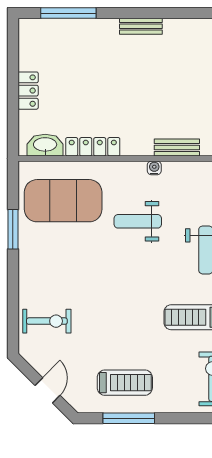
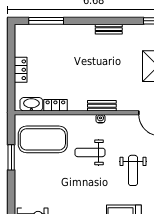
bench: (141, 26) -> (109, 29), moved
locker: (93, 147) -> (55, 105), width x0.66
bench: (177, 147) -> (102, 106), moved

